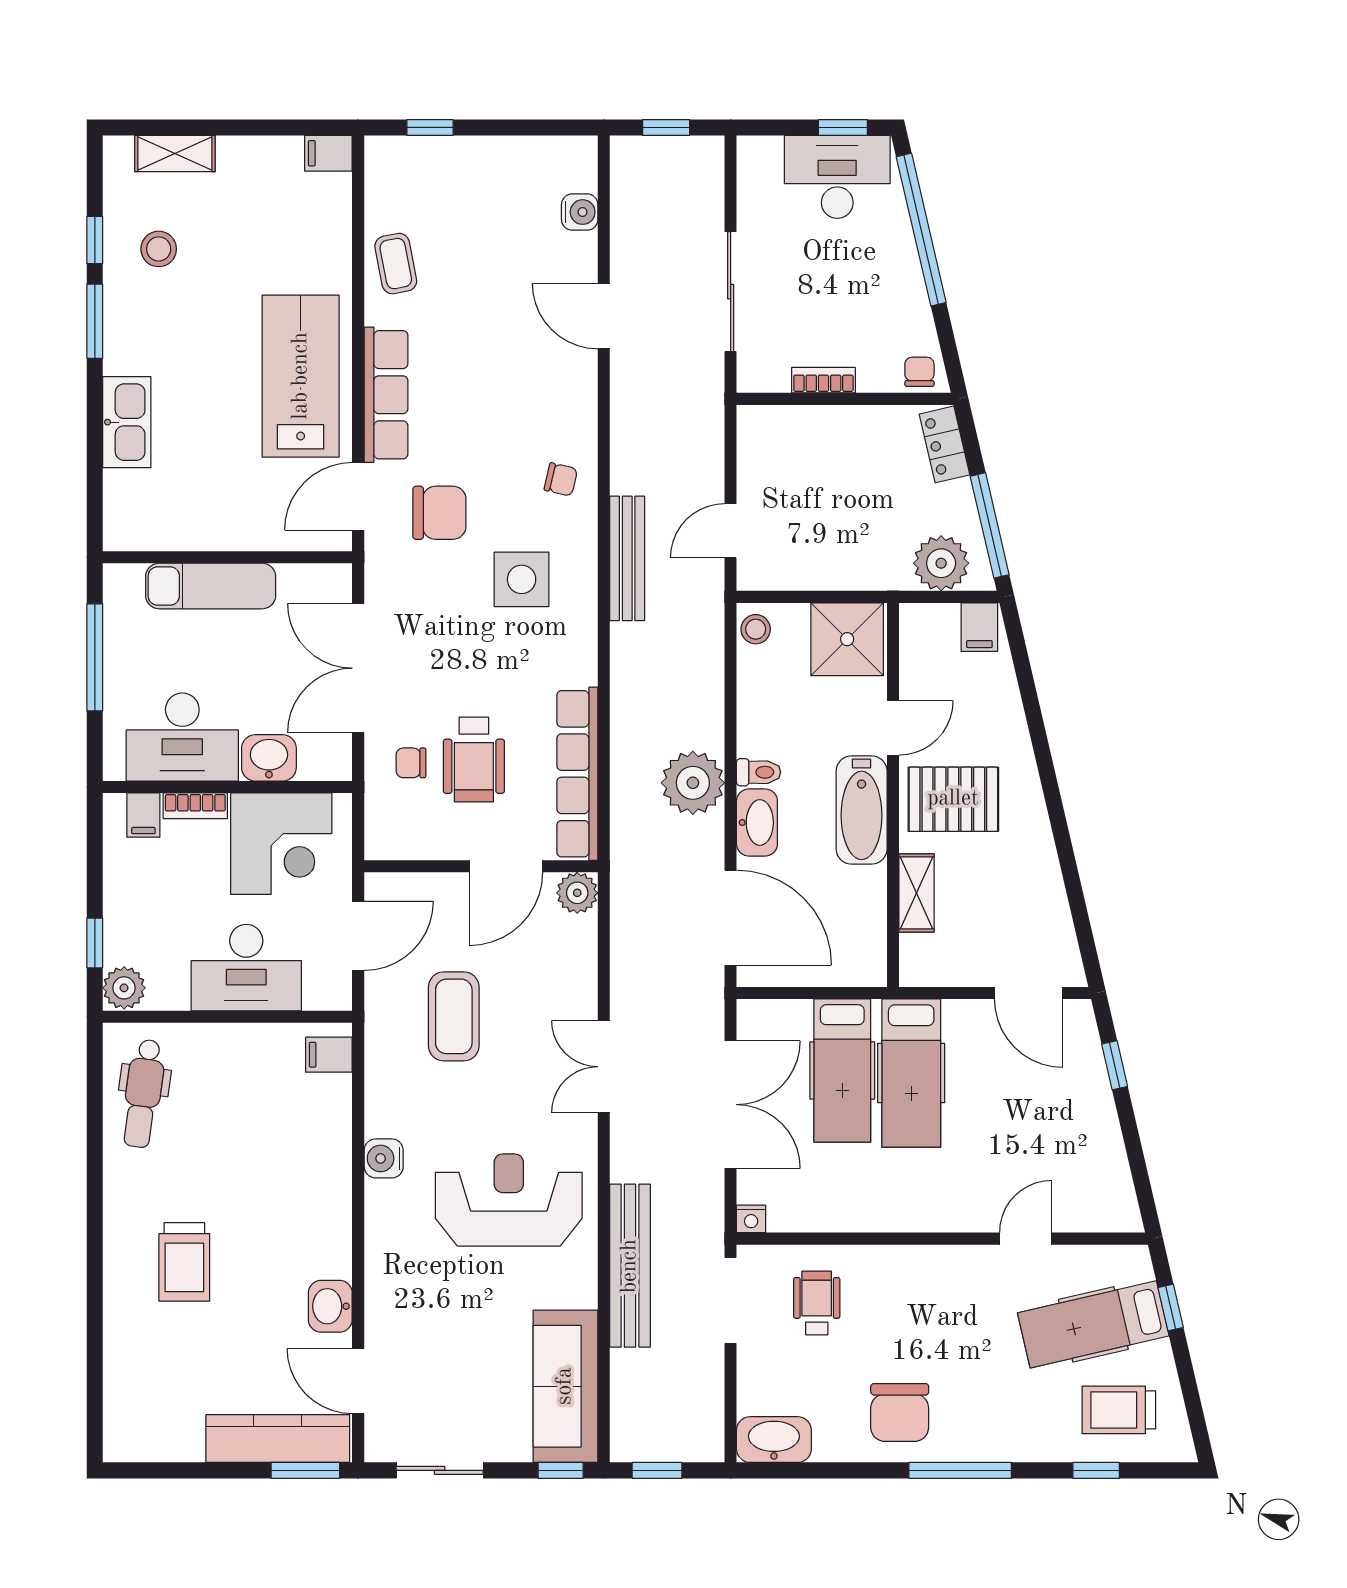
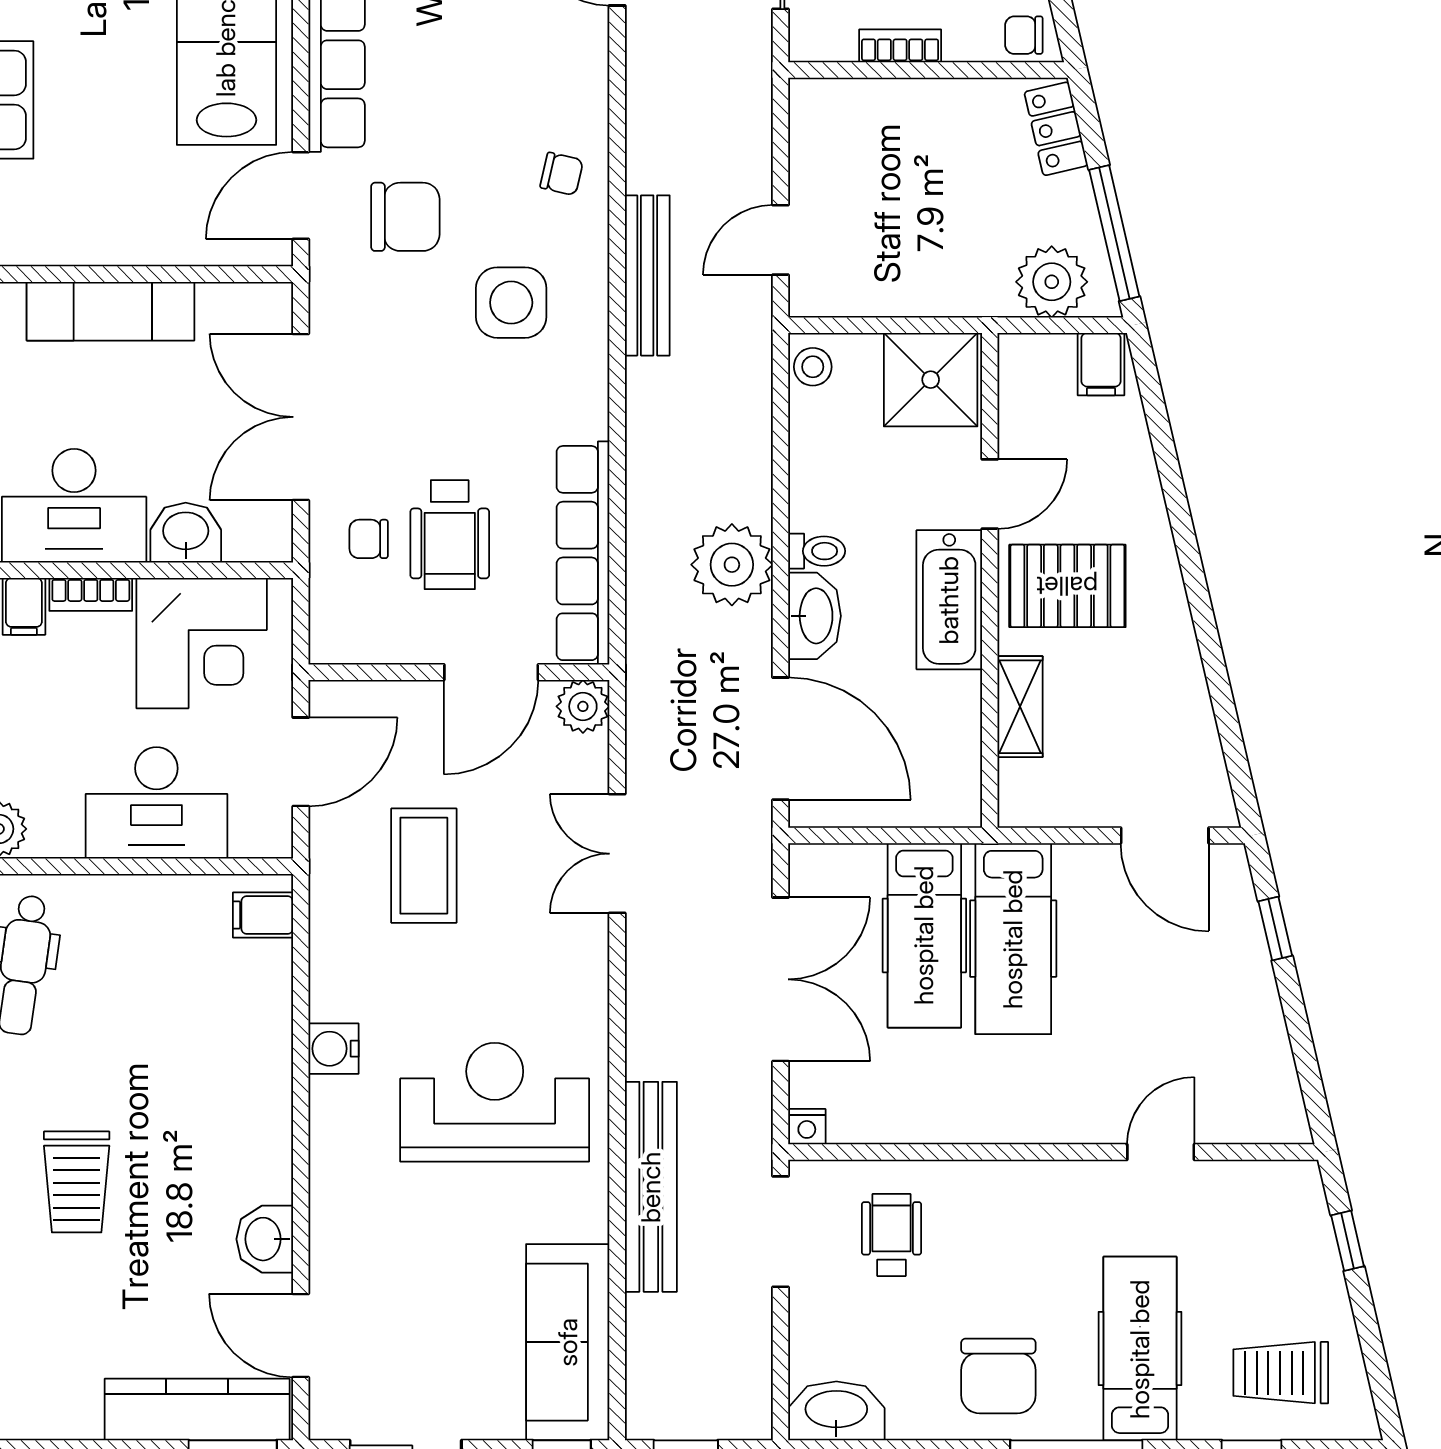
chair: (919, 372) -> (1024, 35), turned -90
double door: (604, 1067) -> (617, 854), moved
hospital bed: (1093, 1324) -> (1140, 1349), moved, turned 103

